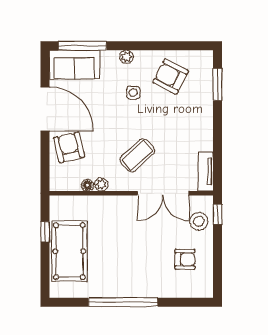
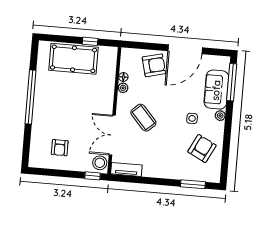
sofa: (74, 64) -> (216, 90), moved
stool: (199, 221) -> (100, 163), moved

